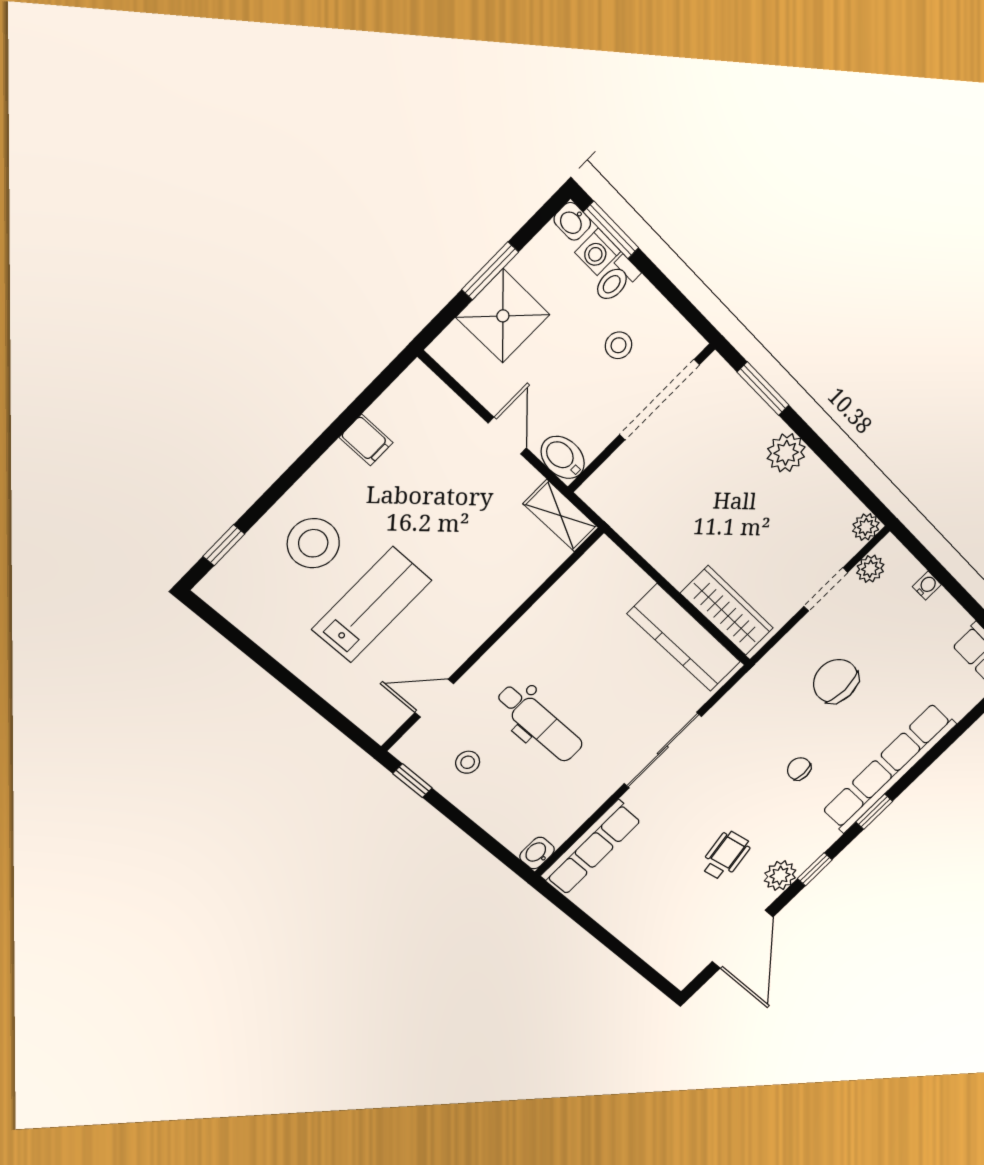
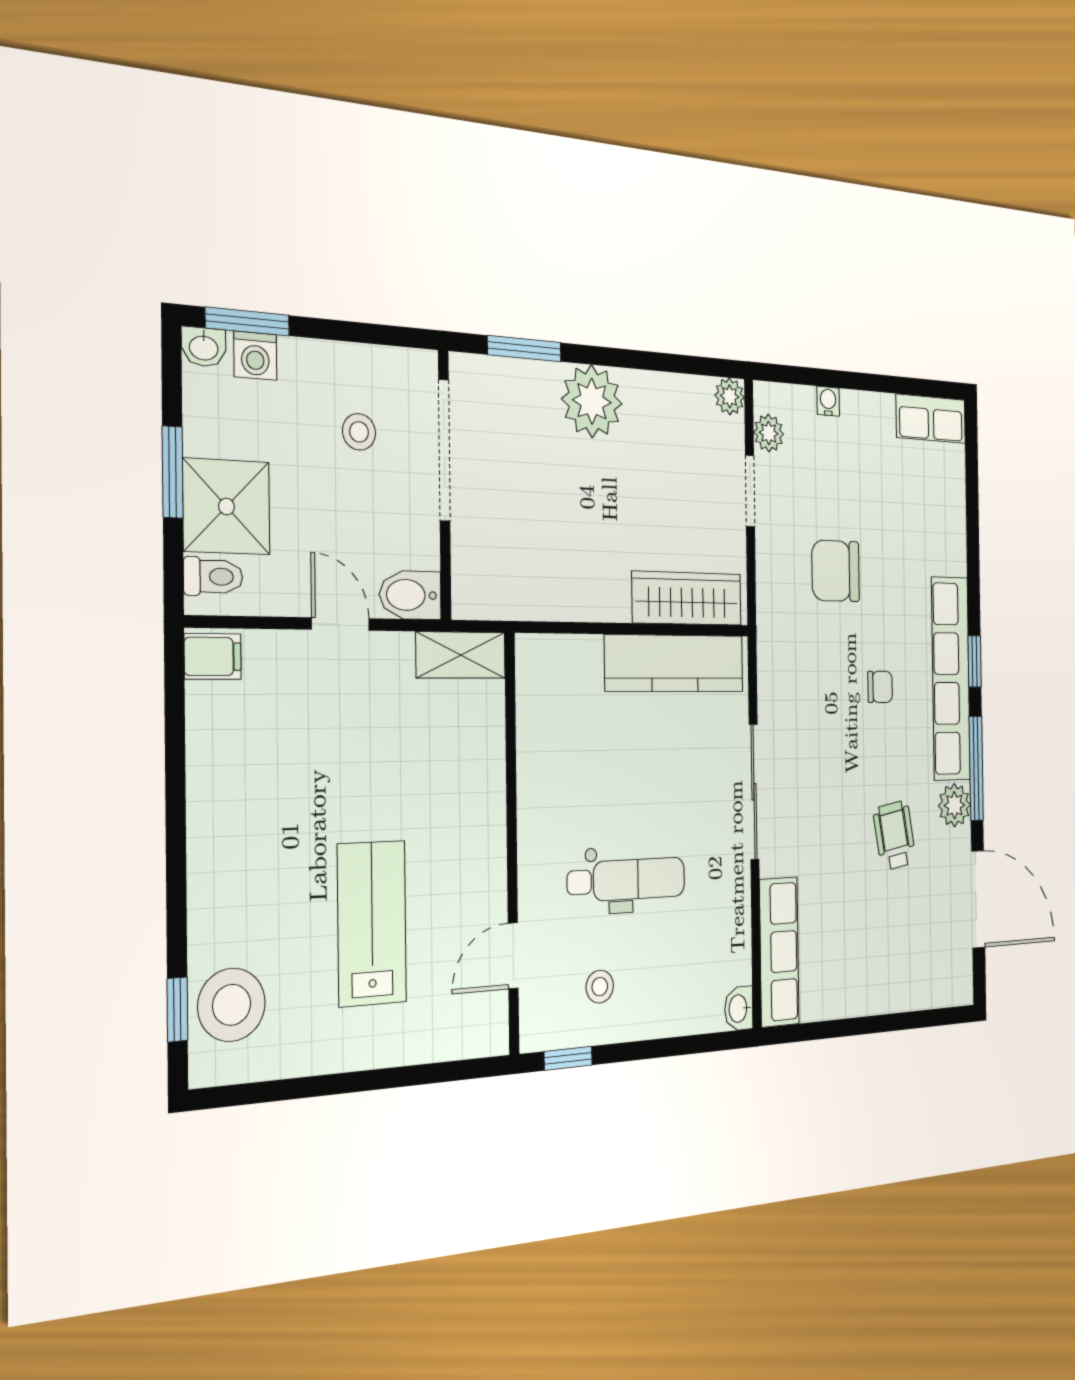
toilet: (616, 280) -> (213, 576), moved, turned -90
filing cabinet: (366, 440) -> (213, 656), moved
plant: (786, 453) -> (592, 401), width x1.36, depth x1.36
stool: (313, 543) -> (232, 1005), moved
row of seats: (889, 768) -> (951, 678), moved
chair: (799, 769) -> (880, 687), turned 180
window: (815, 869) -> (976, 768), width x2.17

